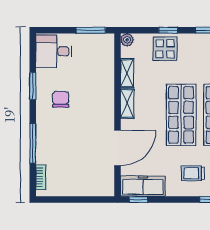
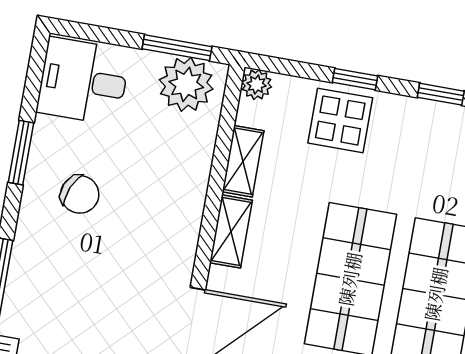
plant: (97, 45) -> (186, 84), added
chair: (61, 99) -> (80, 194), turned 113

